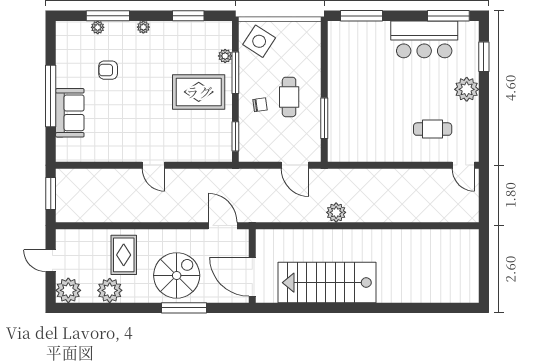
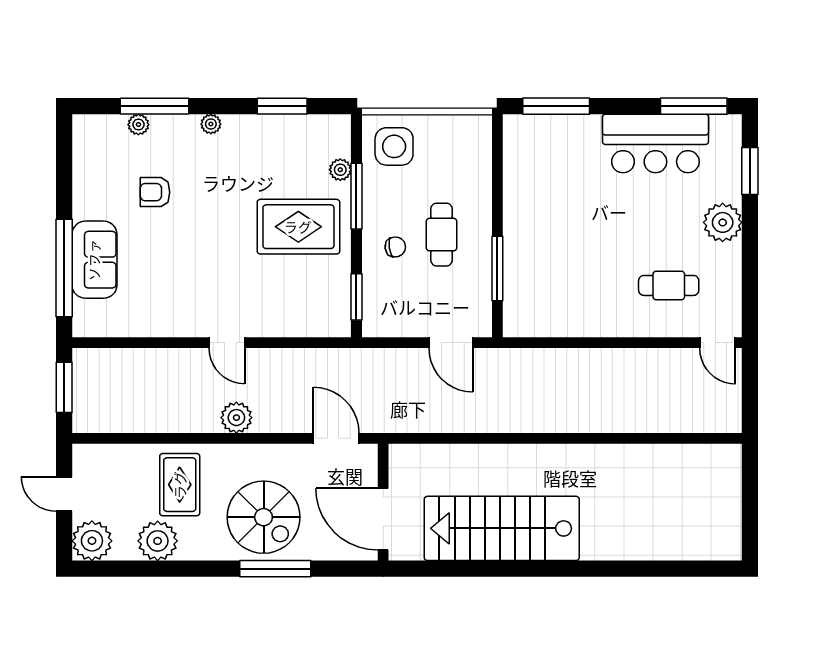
side table: (259, 41) -> (394, 146), turned -33
window: (51, 96) -> (64, 268), moved
plant: (336, 212) -> (236, 418), moved
spiral stairs: (177, 275) -> (264, 517), turned 90

